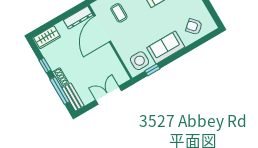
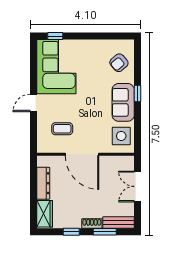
dresser: (78, 17) -> (43, 183), moved
door: (102, 29) -> (82, 154), moved
window: (152, 70) -> (138, 94), moved
window: (60, 91) -> (105, 232), width x0.69

